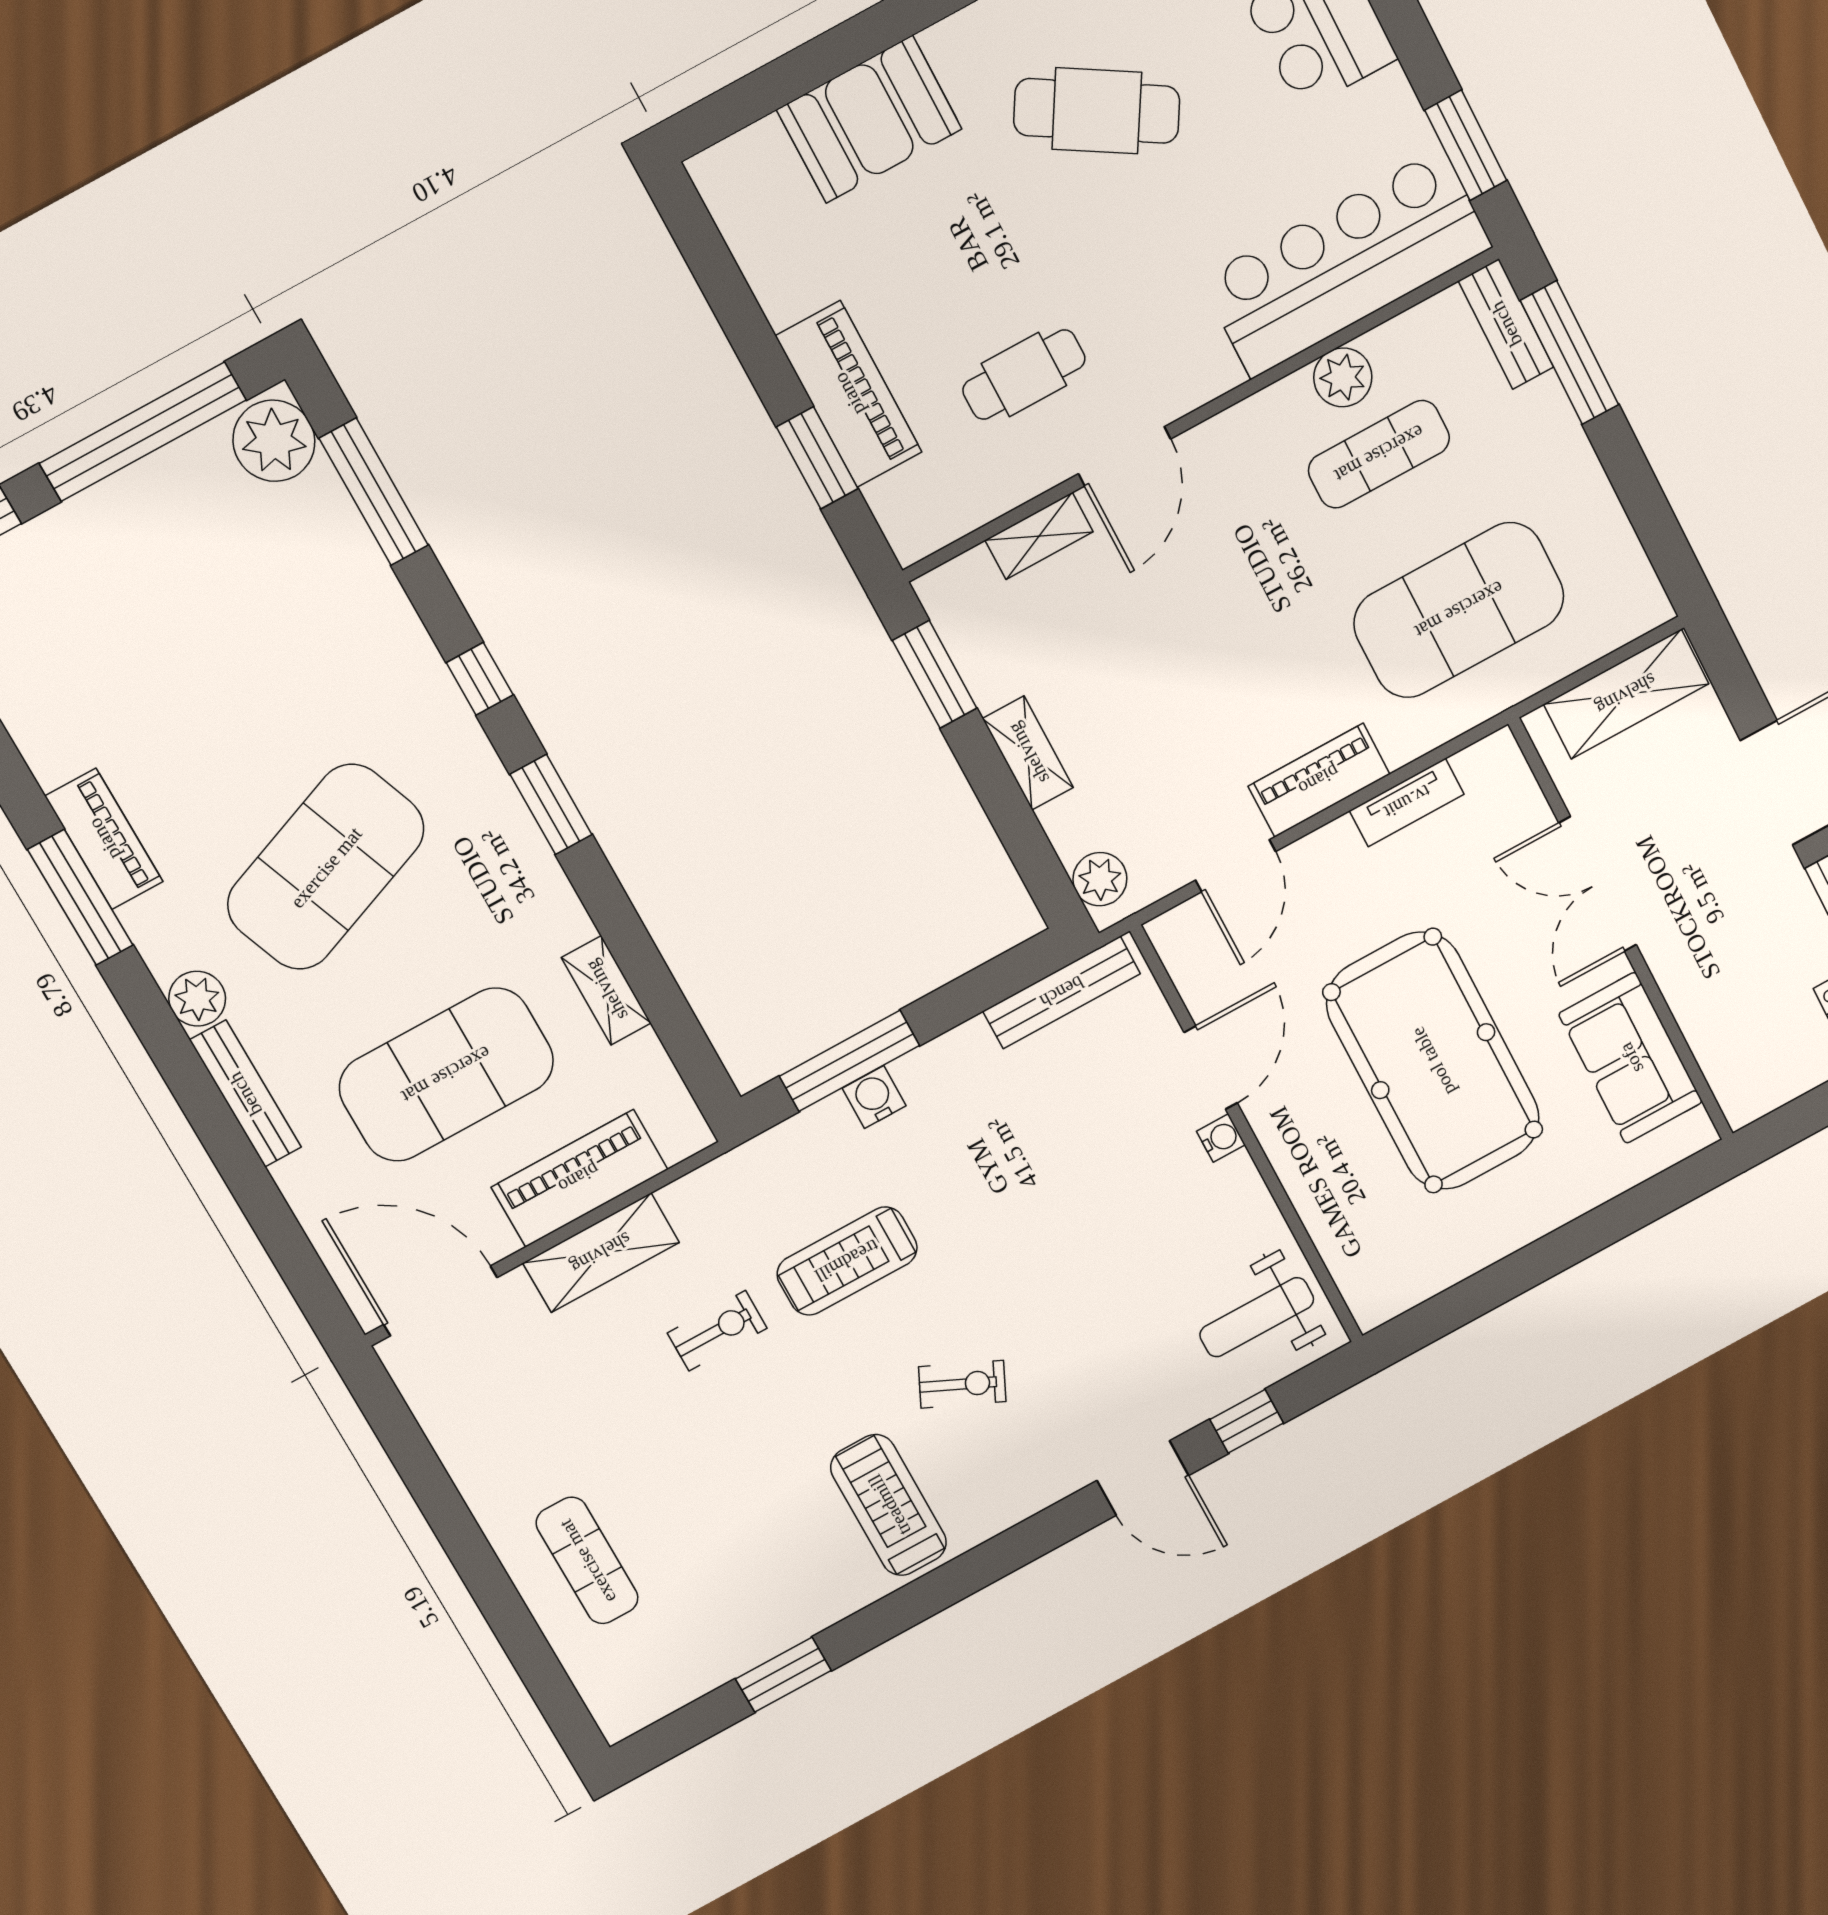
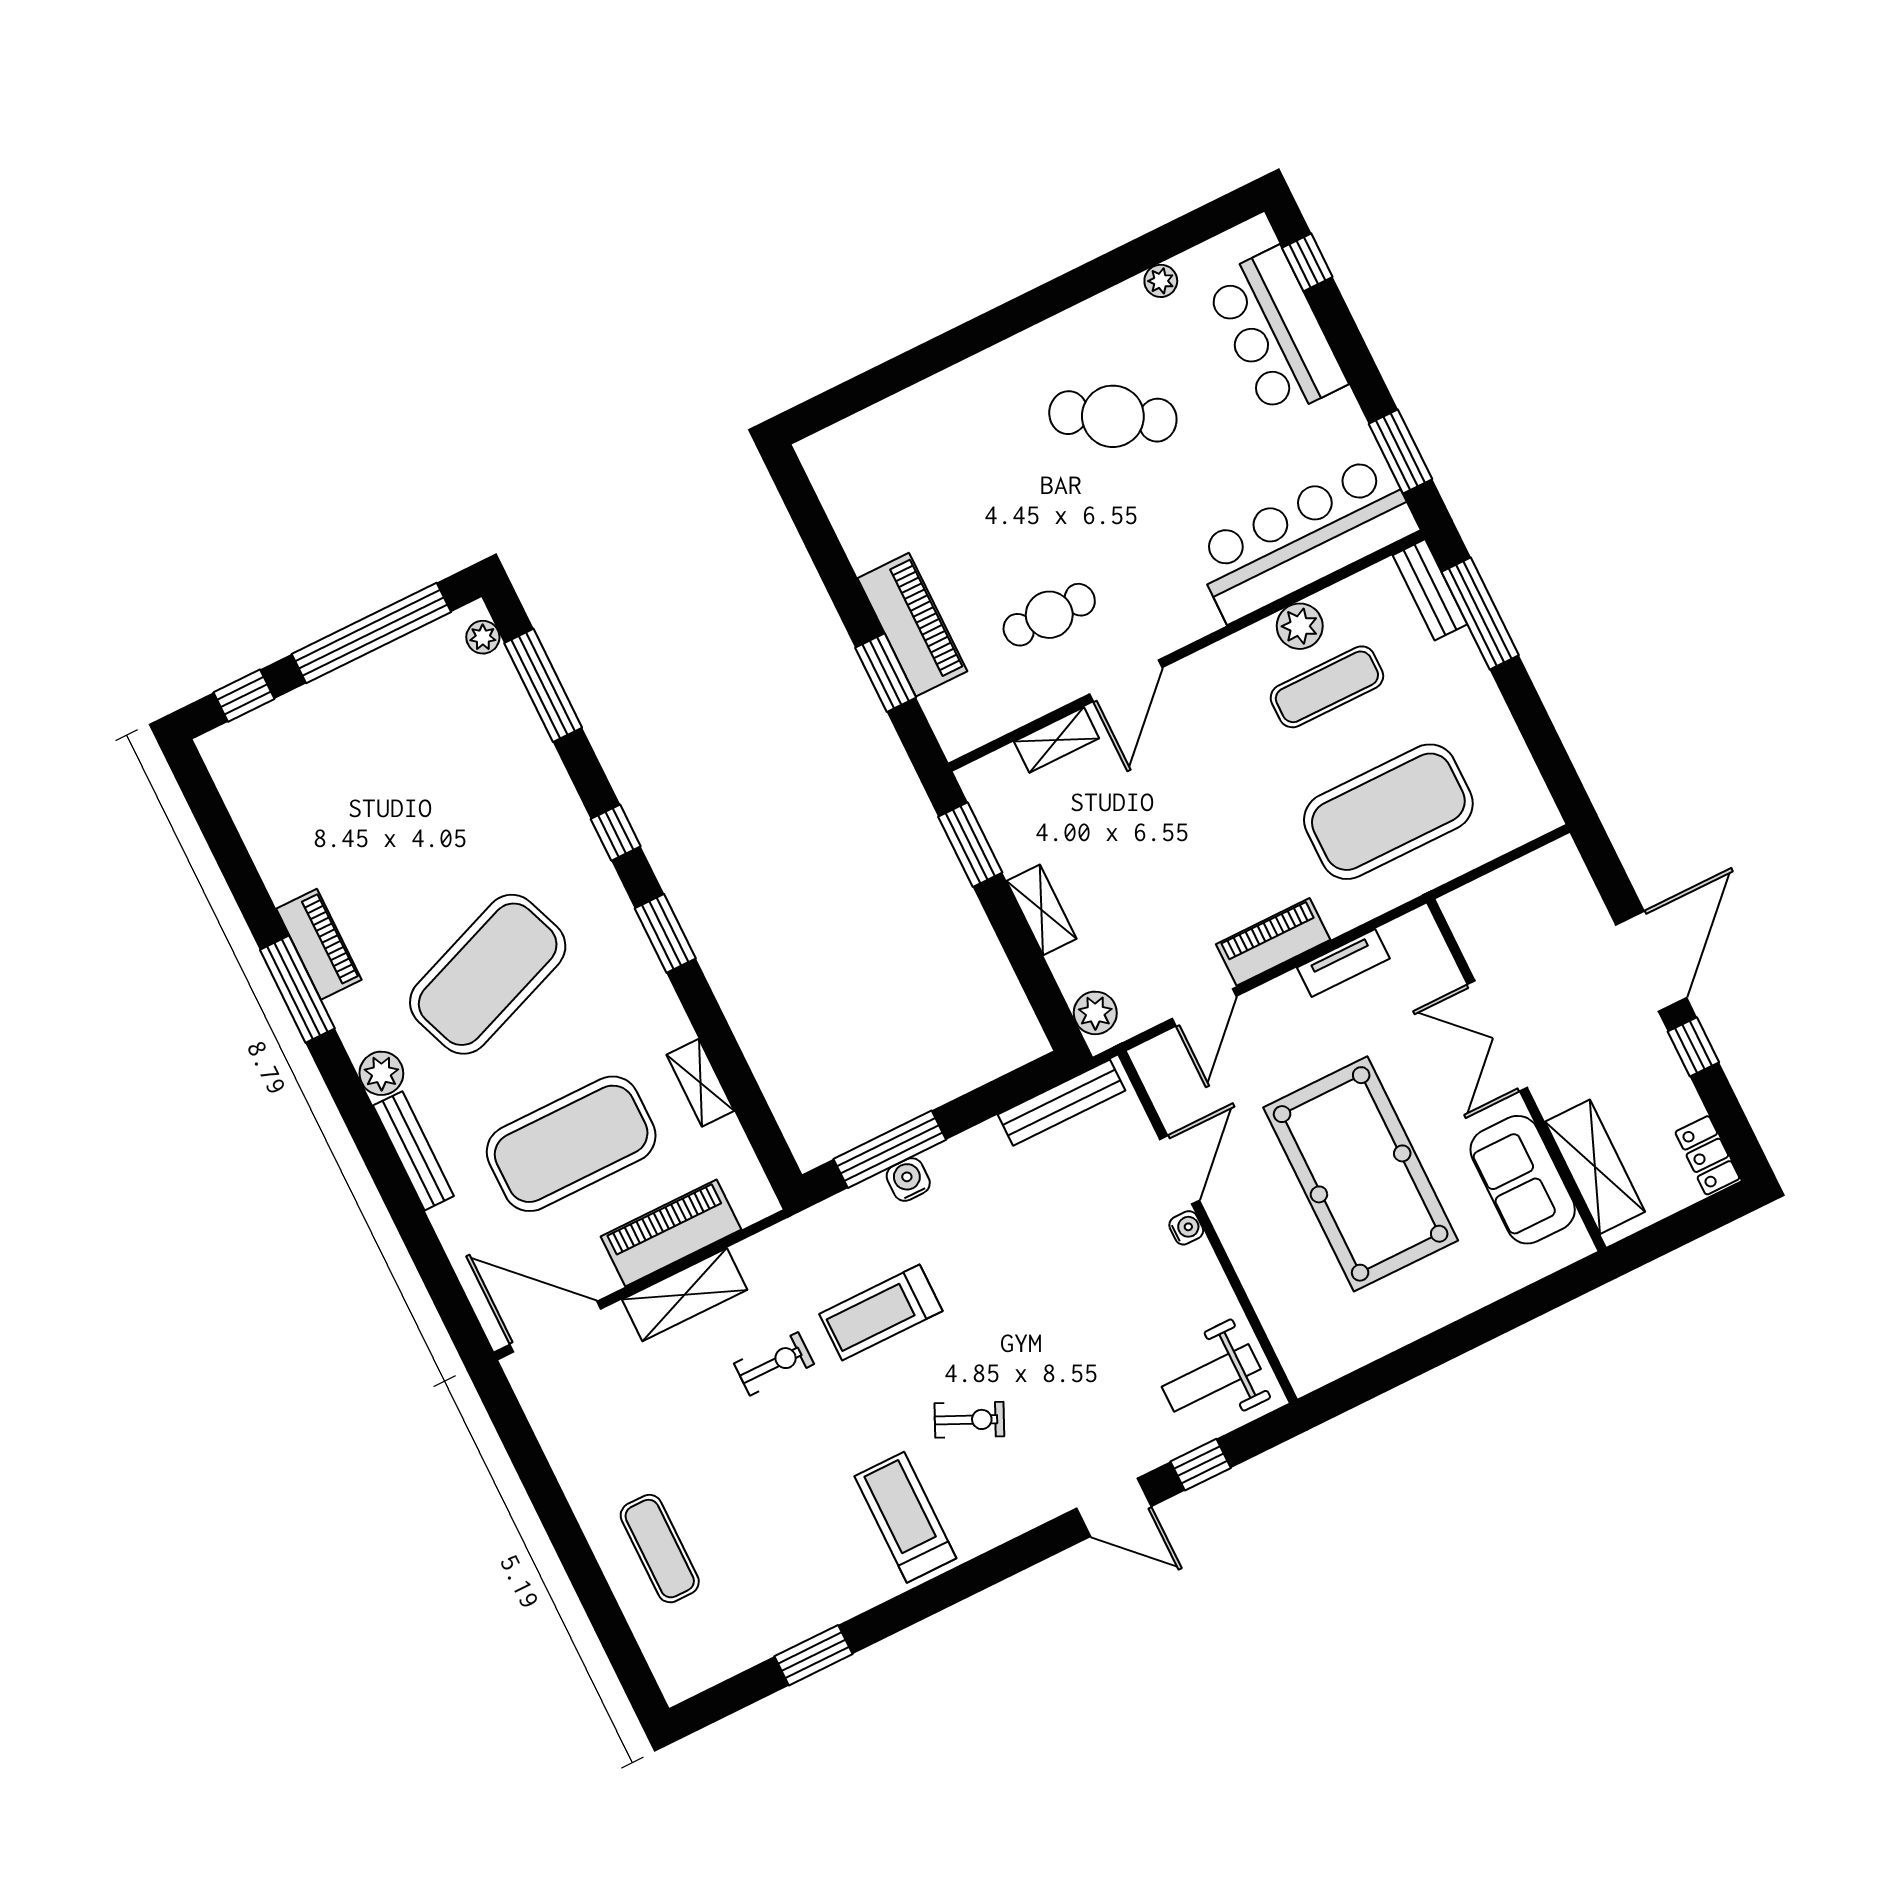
booth: (869, 119) -> (937, 417), removed
plant: (274, 441) -> (483, 637), width x0.53, depth x0.53
shelving: (1626, 694) -> (1595, 1167), moved, turned 90

